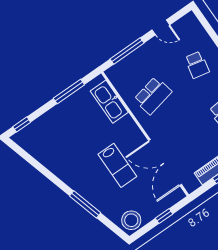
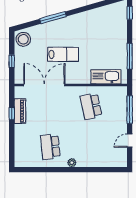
school desk: (197, 65) -> (91, 147), removed
lab bench: (117, 165) -> (63, 54), turned 180

